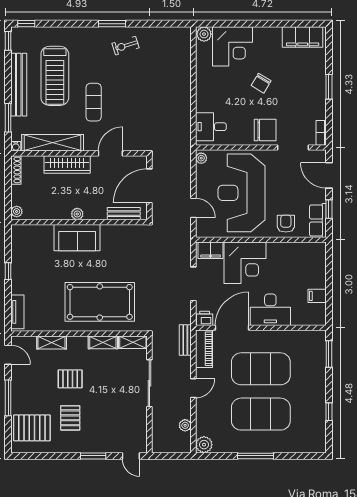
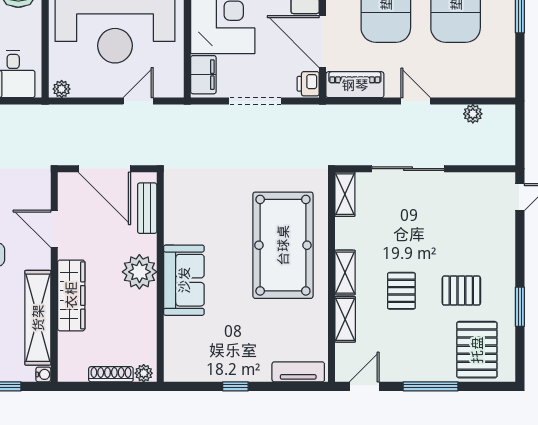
shoe rack: (16, 170) -> (111, 374), moved
plant: (77, 214) -> (139, 272), width x1.88, depth x1.88
bench: (185, 340) -> (341, 113), removed
shelving: (103, 342) -> (345, 273), moved
plant: (204, 445) -> (503, 85), removed
window: (93, 456) -> (520, 307), moved

